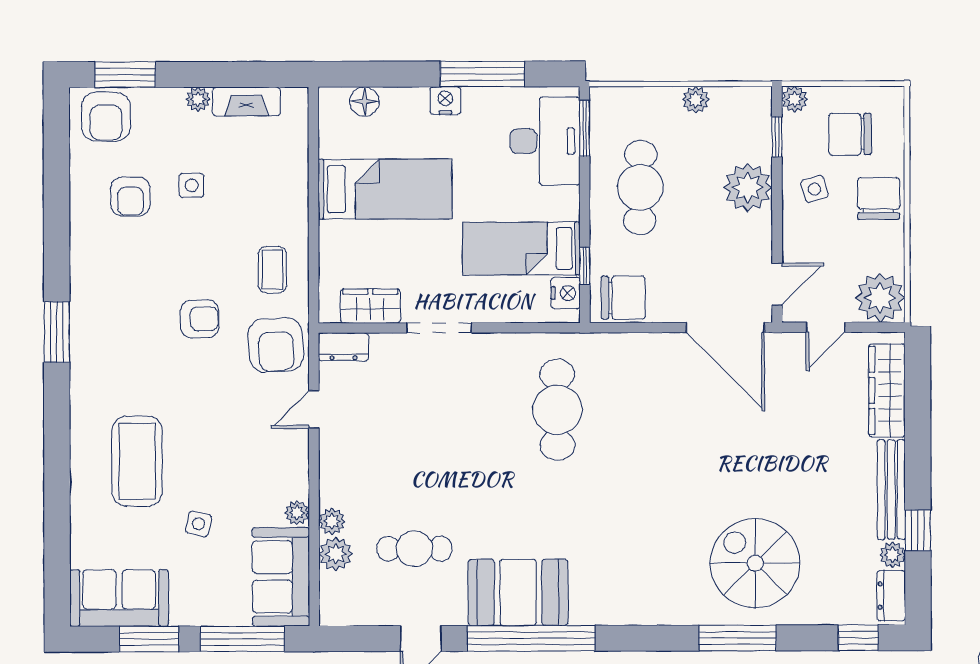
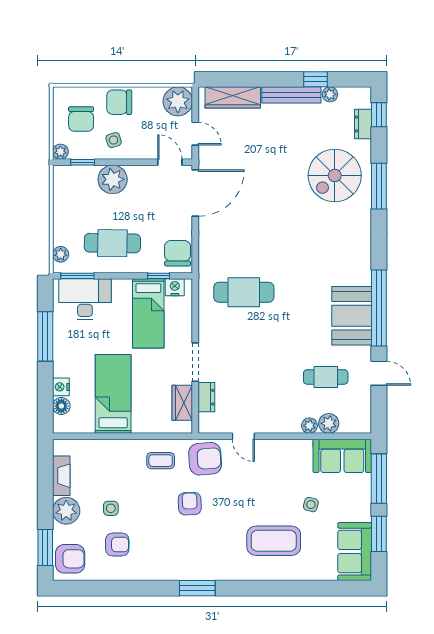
plant: (198, 99) -> (66, 511), width x1.87, depth x1.87
plant: (696, 100) -> (61, 254), moved
nightstand: (445, 101) -> (61, 387), moved
dresser: (343, 347) -> (206, 397), moved
plant: (297, 513) -> (304, 446), removed
cafe table: (414, 549) -> (326, 377), turned 90
dresser: (891, 596) -> (363, 124), moved, turned 90

